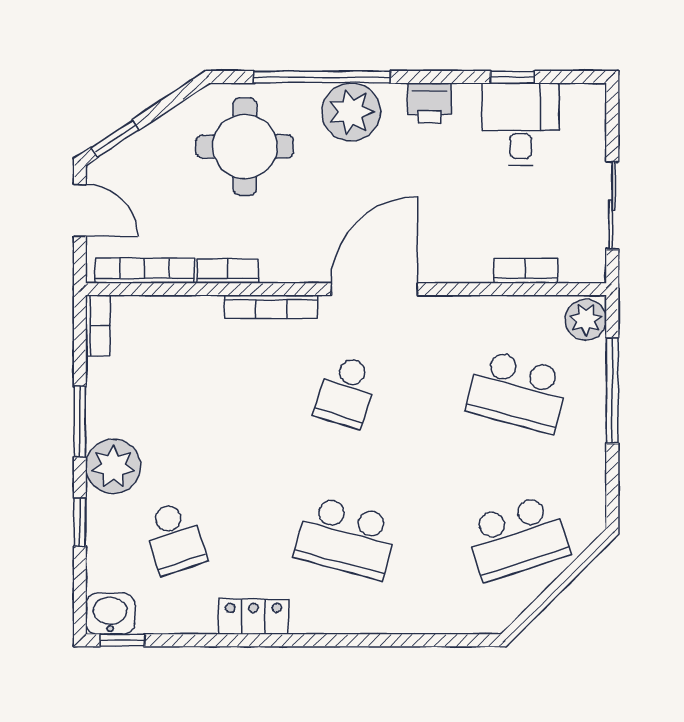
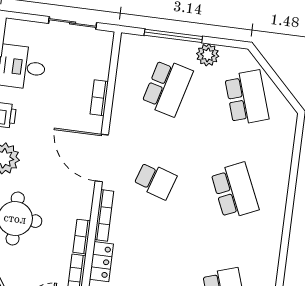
bookcase: (526, 271) -> (99, 98), moved
plant: (586, 320) -> (208, 55), moved
school desk: (346, 538) -> (235, 191), turned -39
locker: (253, 617) -> (101, 262), moved, turned 180

